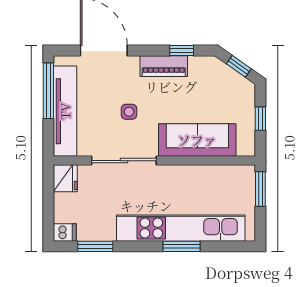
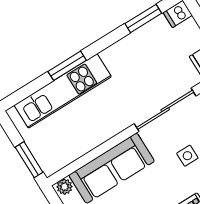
plant: (245, 149) -> (64, 187), added
kitchen unit: (181, 228) -> (63, 91), width x0.73

